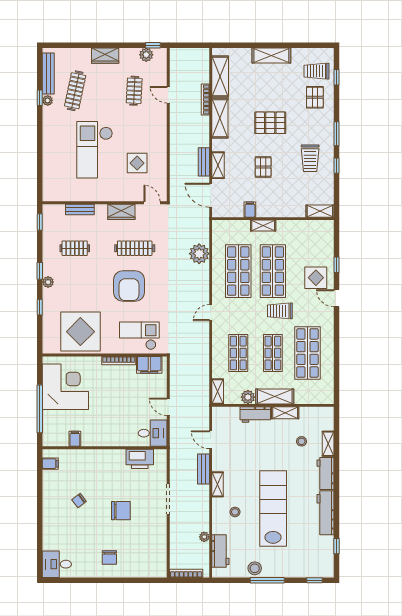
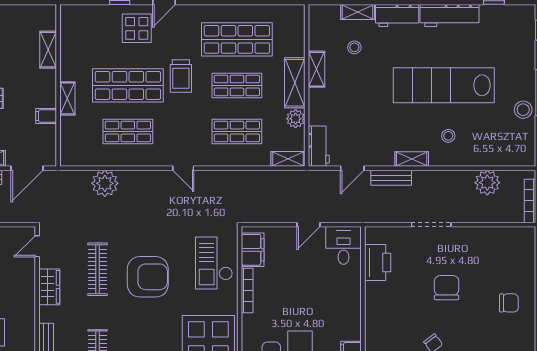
shelving: (320, 211) -> (48, 50), moved
shop shelf: (238, 271) -> (128, 132), width x0.70, depth x0.74
workbench: (255, 415) -> (319, 146), moved
plant: (204, 537) -> (487, 183), width x1.88, depth x1.88
workbench: (220, 551) -> (500, 155), removed

